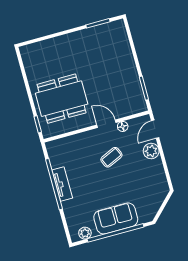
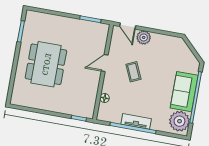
dining table: (62, 99) -> (46, 64), moved
floor lamp: (123, 126) -> (105, 98), moved
plant: (85, 233) -> (179, 121), width x1.88, depth x1.88

